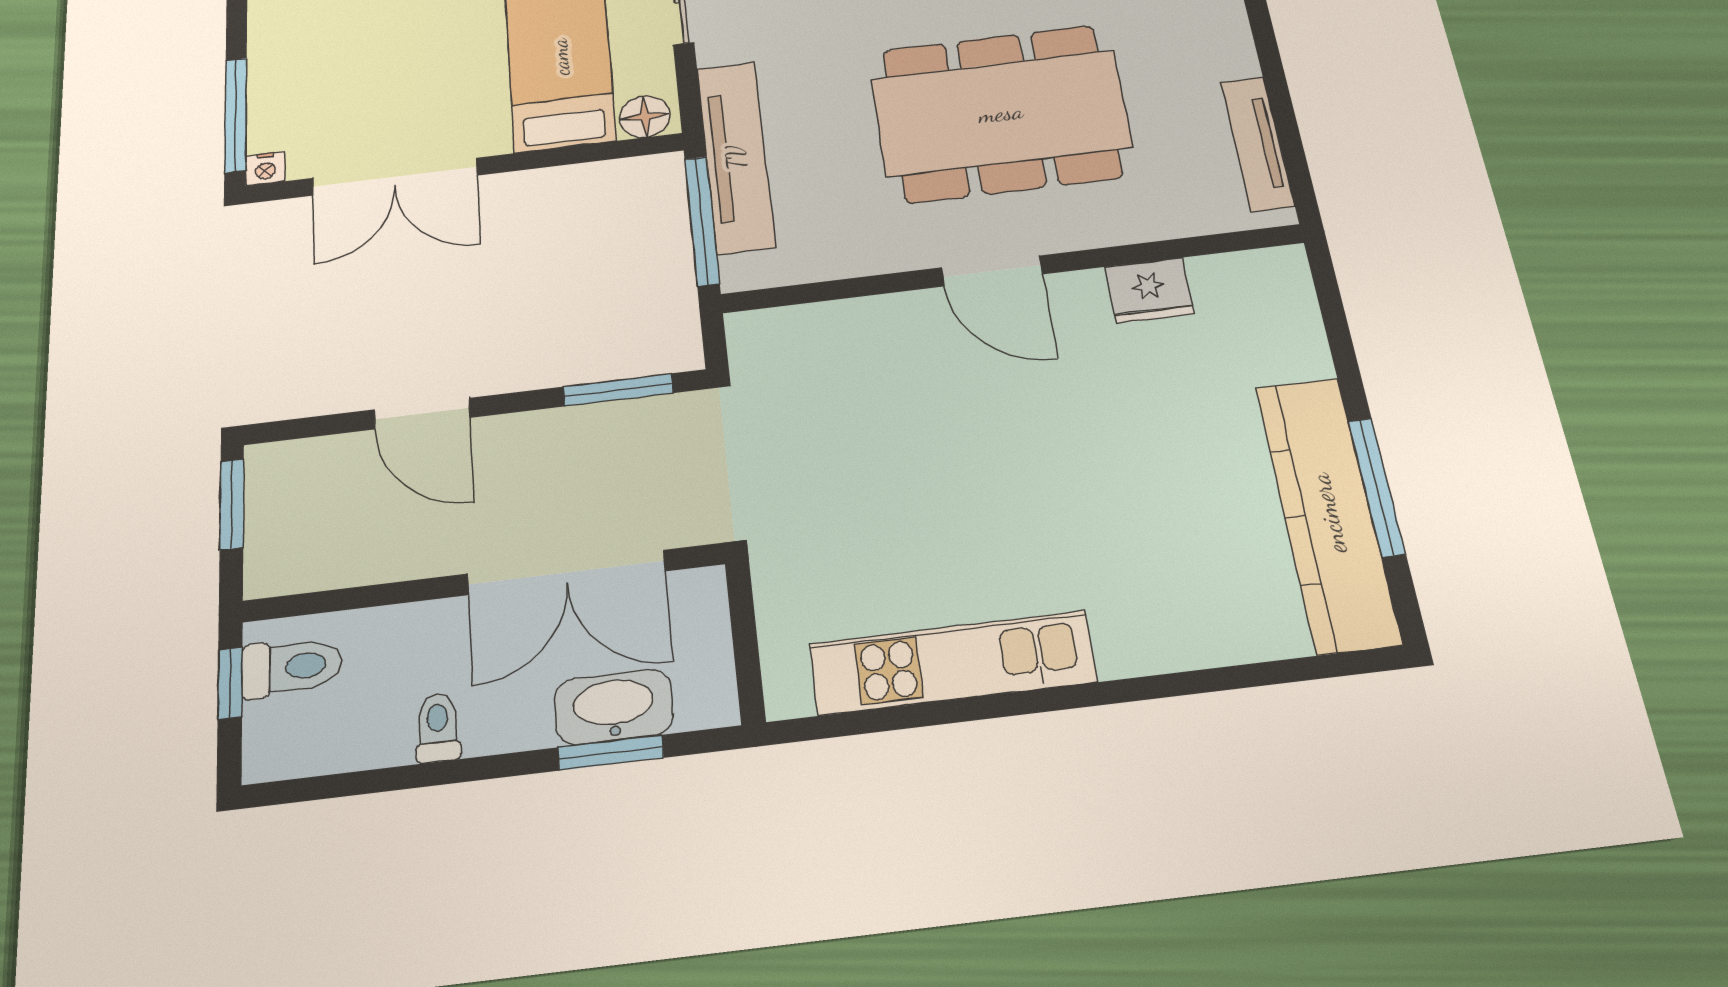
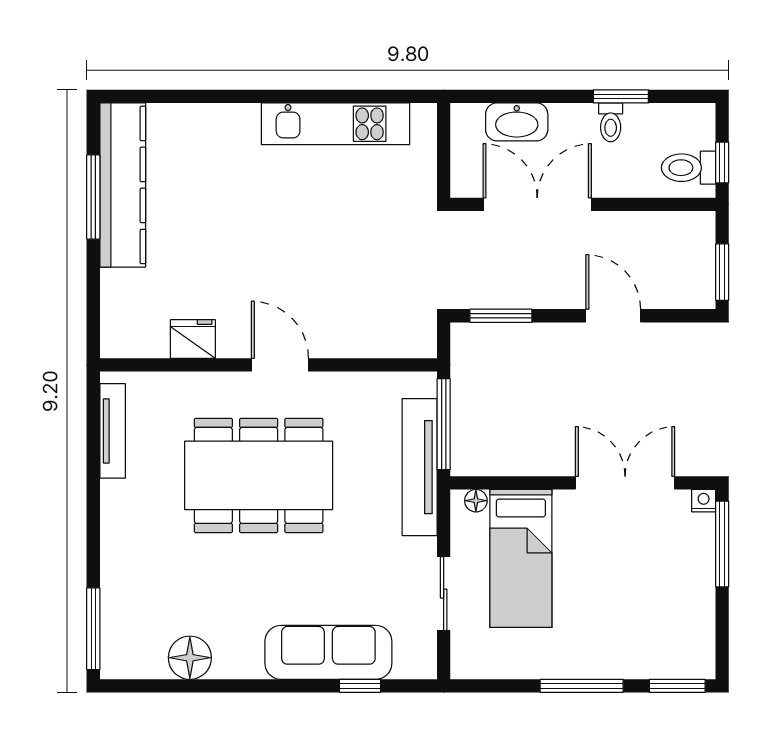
floor lamp: (645, 117) -> (476, 501), width x0.73, depth x0.73
window: (611, 753) -> (621, 96), moved

